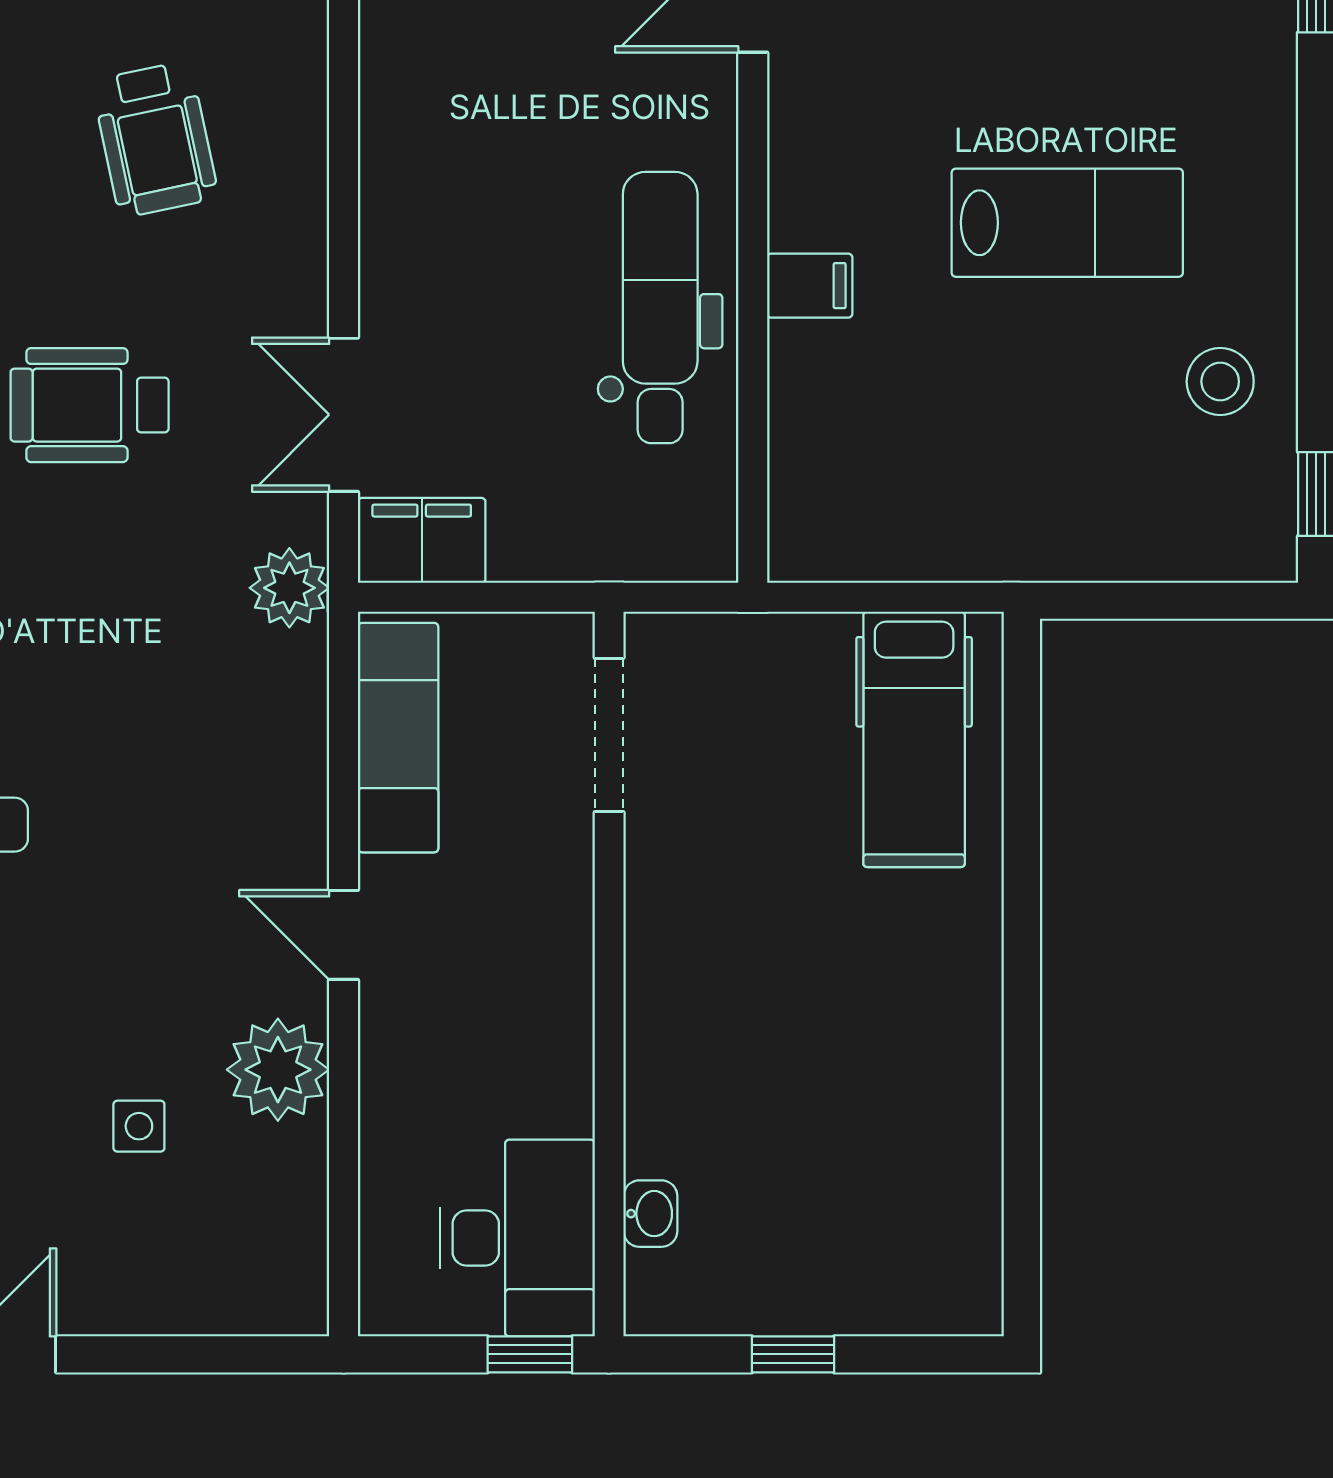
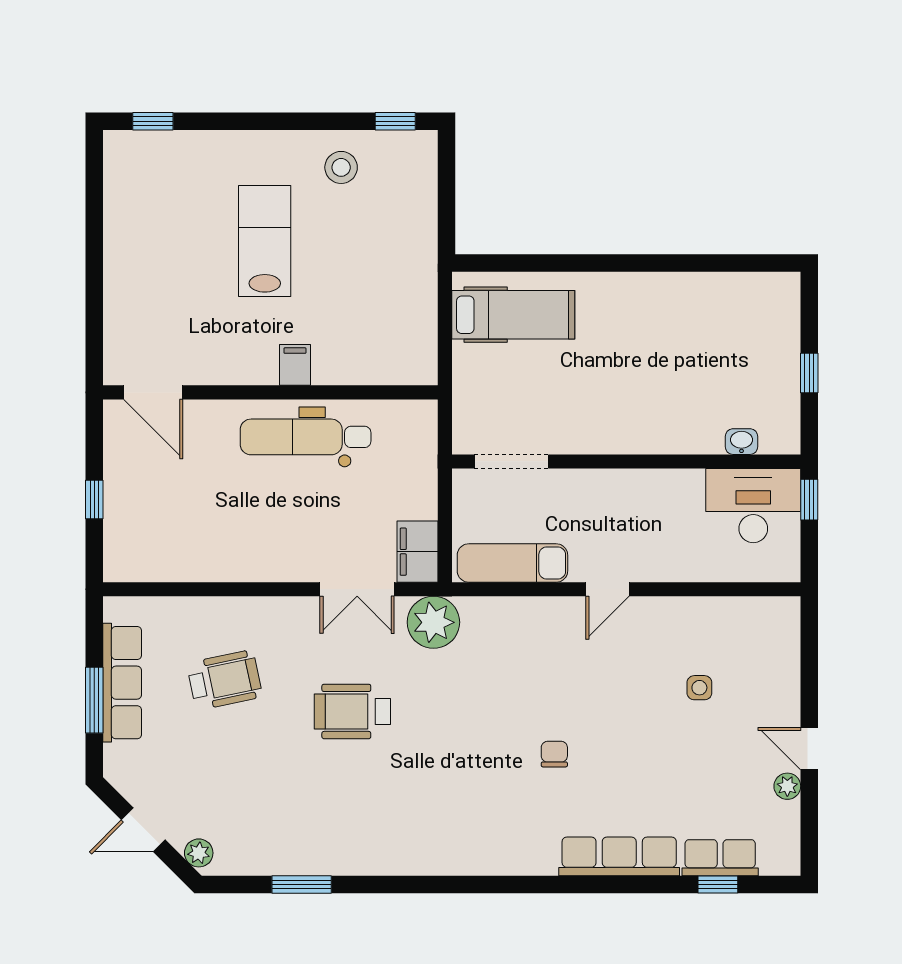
wheelchair: (90, 405) -> (352, 711), turned 90
plant: (289, 588) -> (433, 622), width x1.36, depth x1.36
plant: (278, 1070) -> (672, 621), removed

